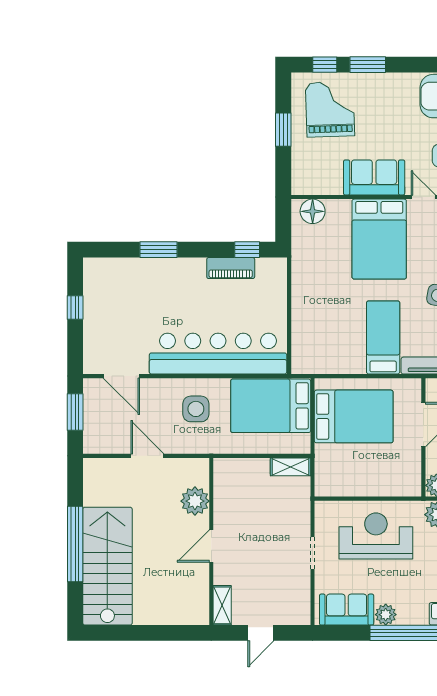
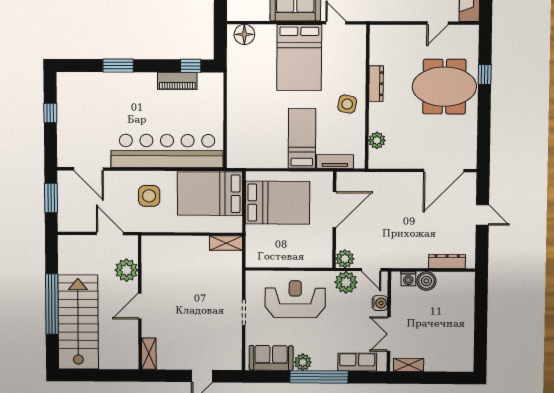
plant: (195, 501) -> (127, 270), moved
wall: (211, 541) -> (140, 303), moved
door: (211, 546) -> (140, 306), moved
shelving: (222, 605) -> (149, 354), moved

